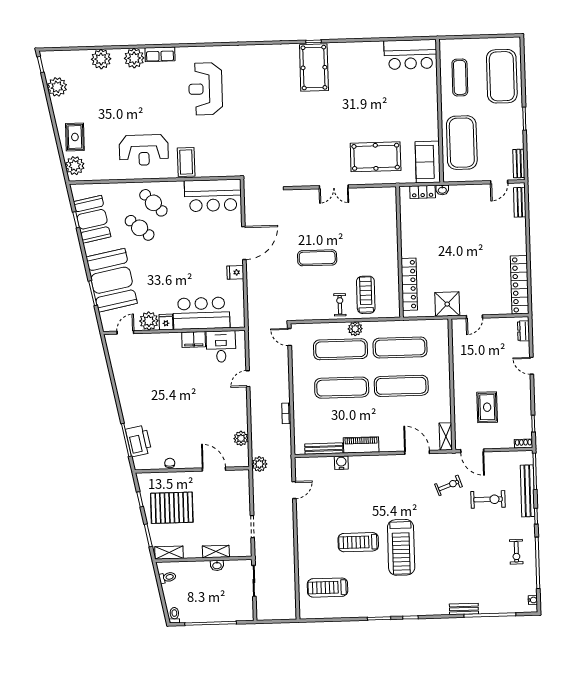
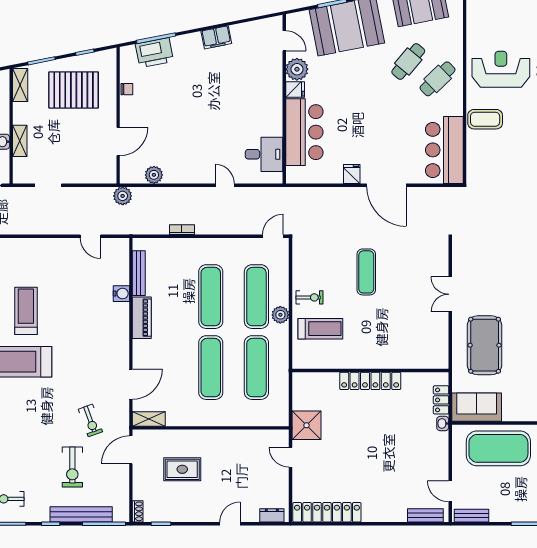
reception desk: (144, 150) -> (501, 69), turned 90
locker: (409, 284) -> (370, 381), moved
filing cabinet: (194, 339) -> (216, 37), moved, turned -101
pallet: (172, 508) -> (74, 90), turned 90

